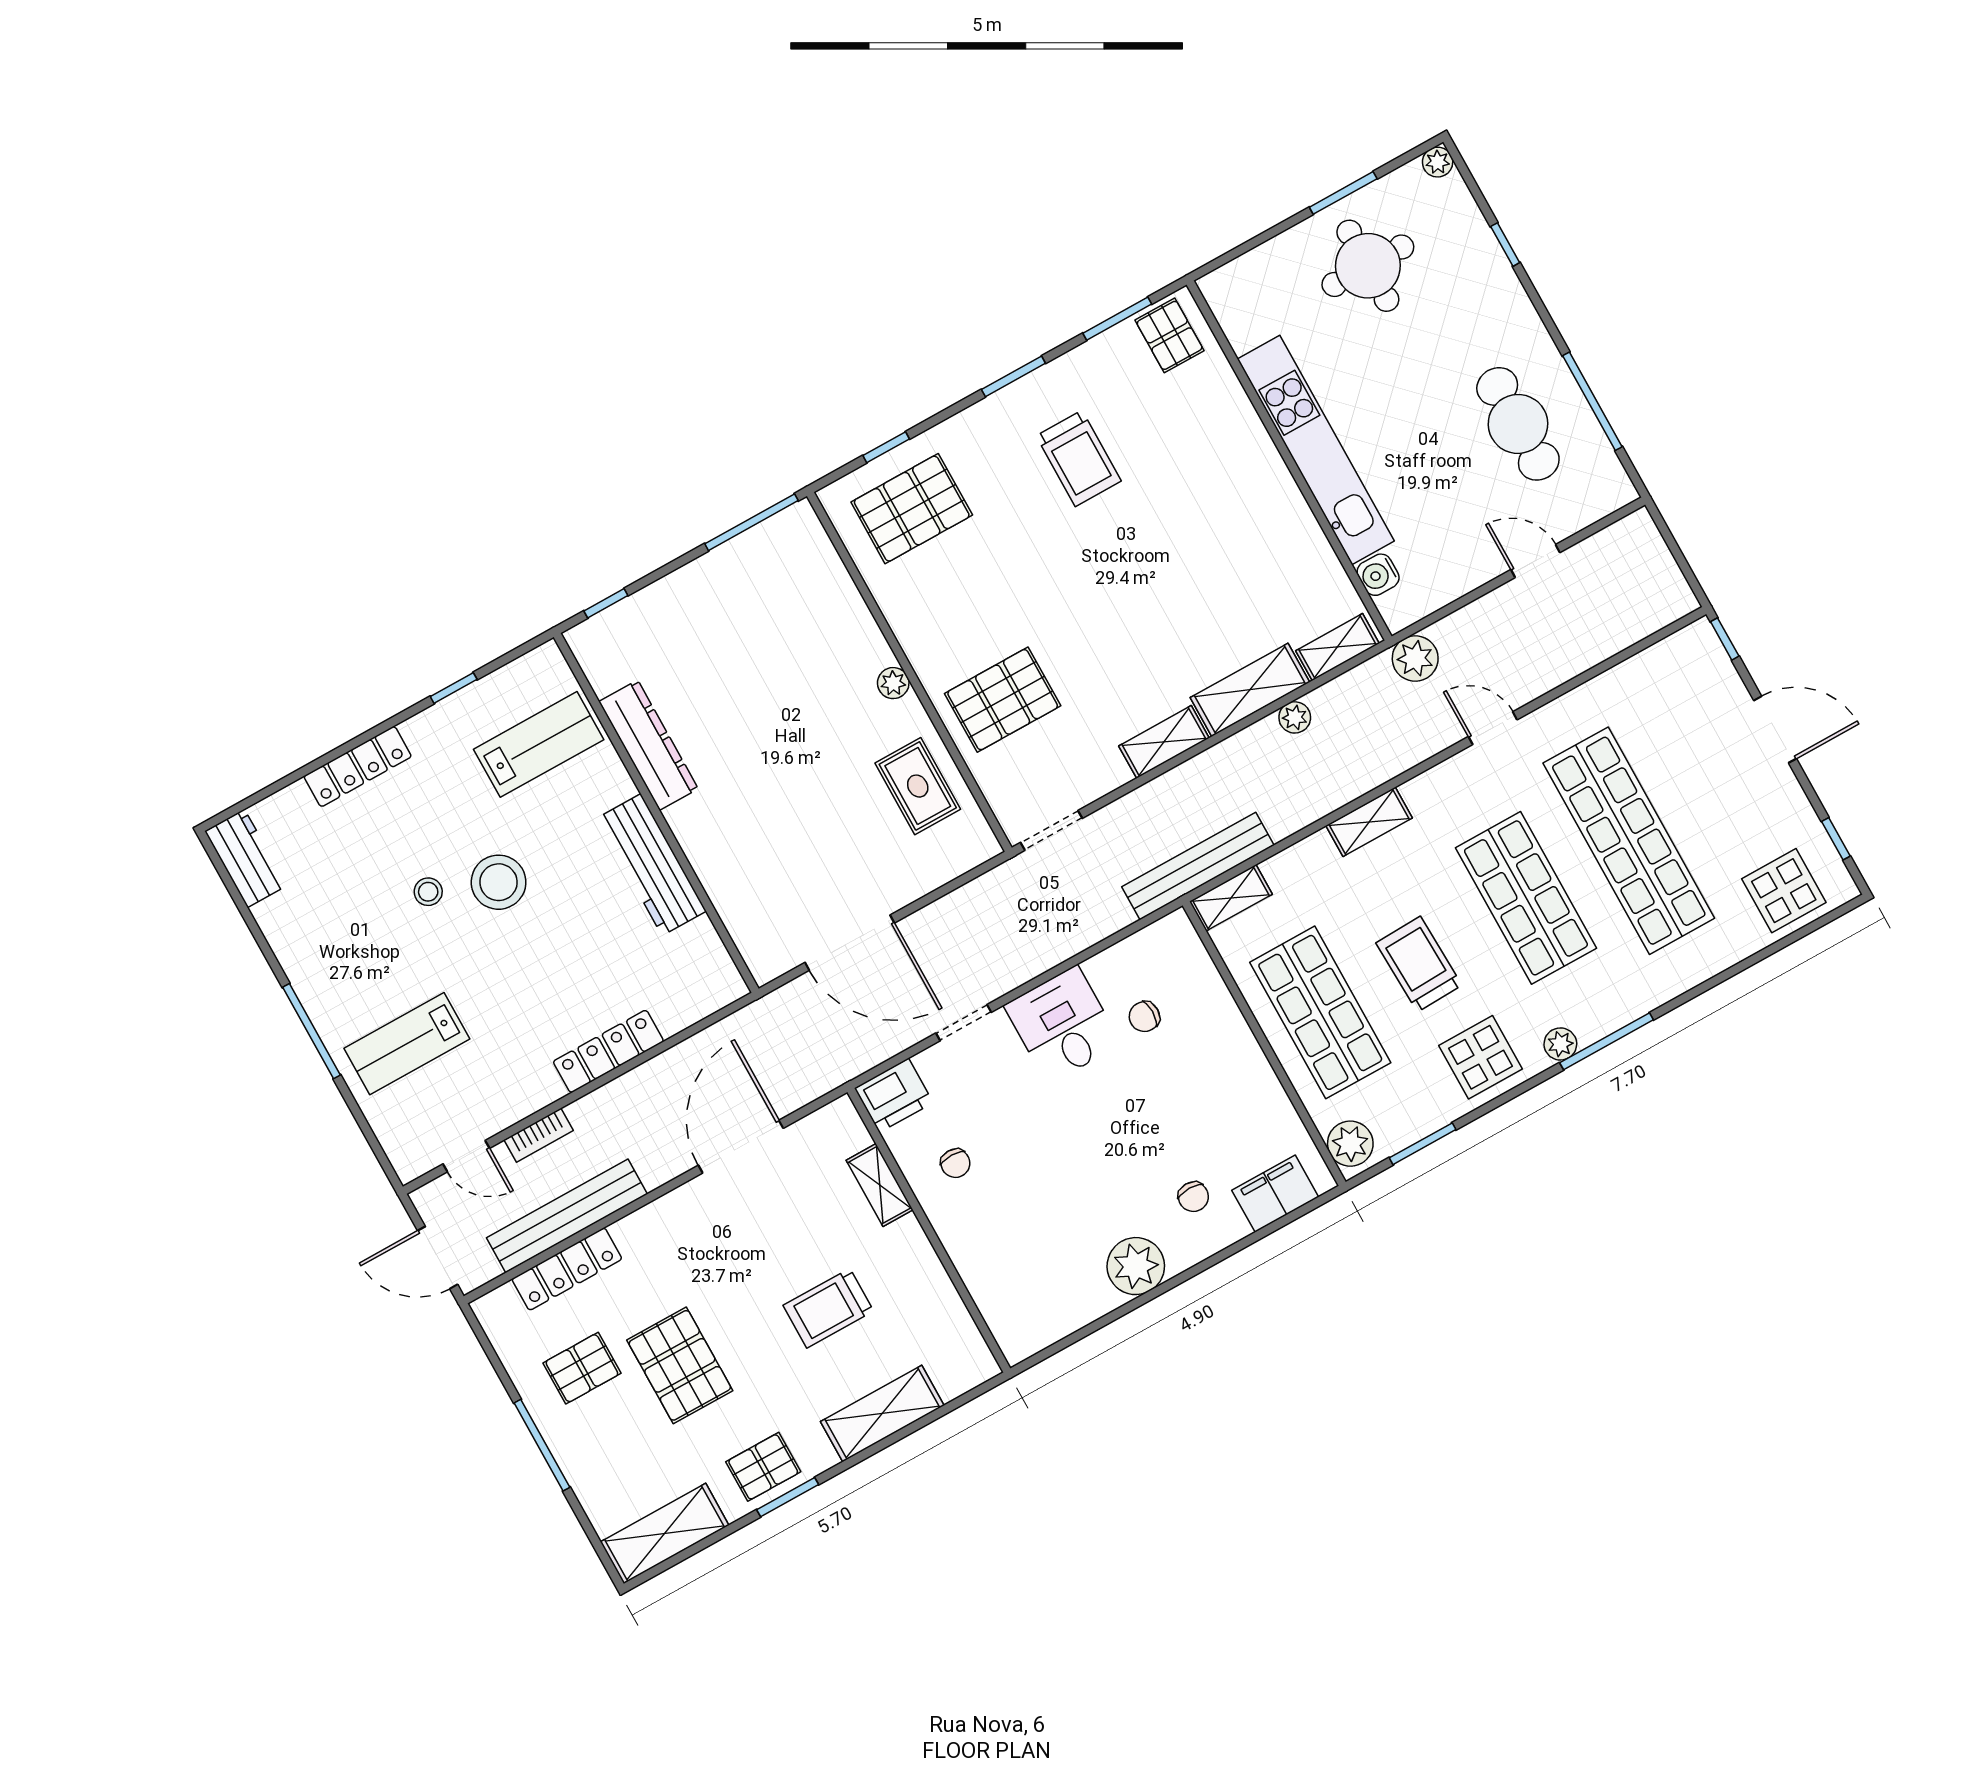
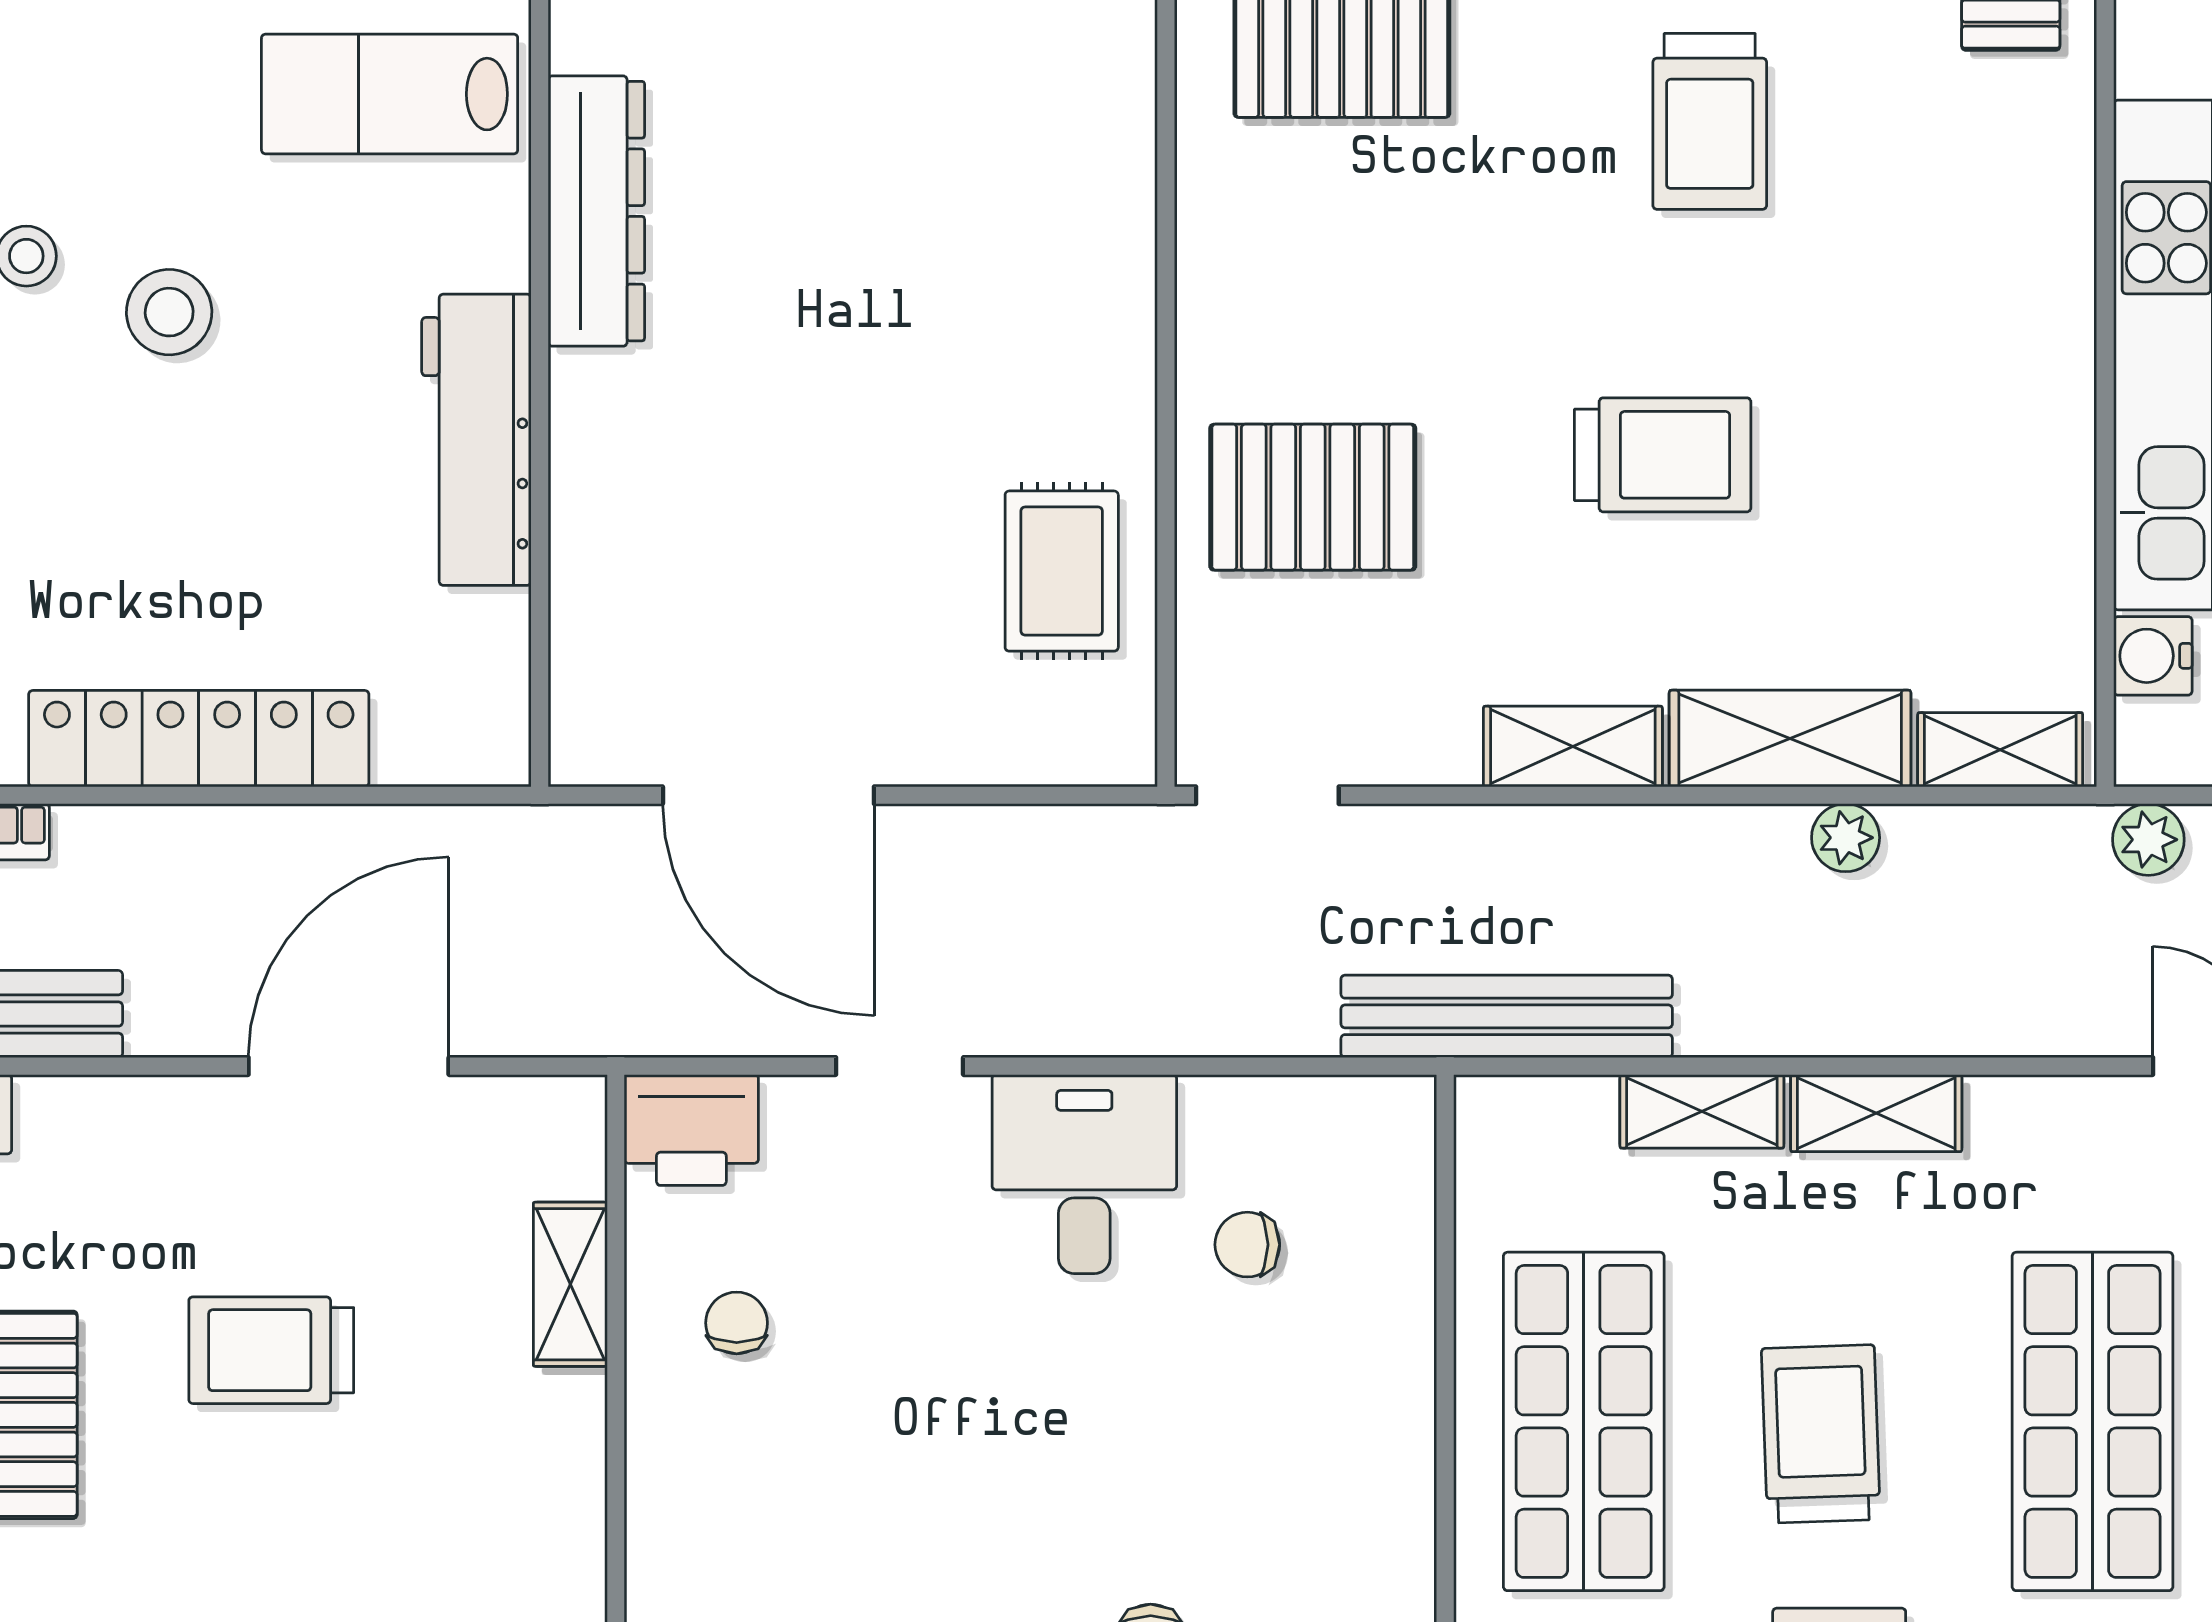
trolley: (1135, 604) -> (1663, 455), added
plant: (1415, 658) -> (2148, 840), width x0.73, depth x0.73
plant: (893, 683) -> (1124, 351), removed
lab bench: (539, 744) -> (390, 94), turned 180
stool: (499, 882) -> (169, 312), width x0.73, depth x0.73
shelving: (1231, 898) -> (1702, 1111), moved
locker: (608, 1051) -> (199, 739), width x1.41, depth x1.21
chair: (955, 1163) -> (737, 1323), turned 180
trolley: (828, 1308) -> (271, 1350), moved

